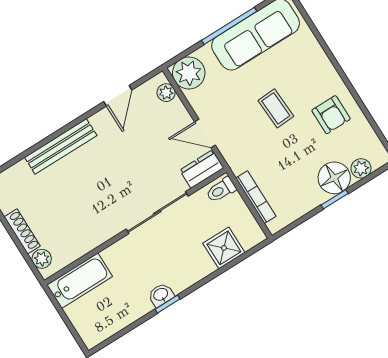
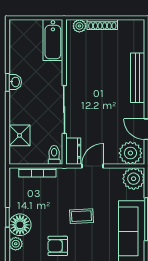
plant: (166, 93) -> (130, 153), width x1.88, depth x1.88

